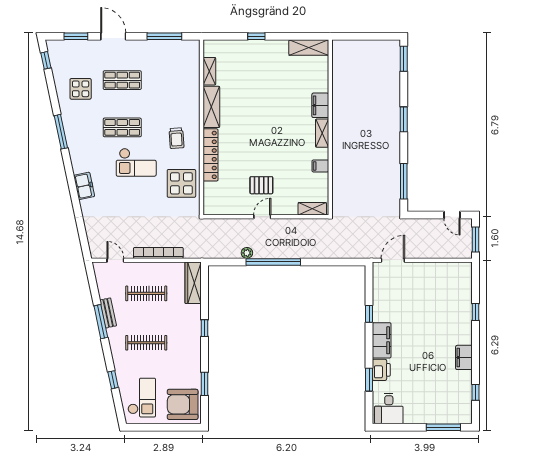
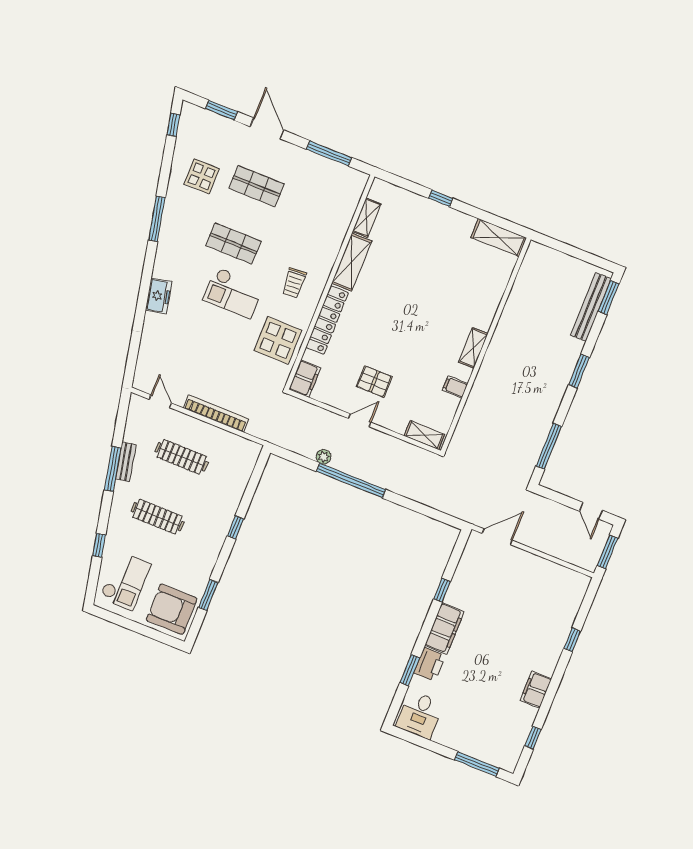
bench: (394, 71) -> (591, 307), added
filing cabinet: (320, 105) -> (305, 378), moved, turned 180
wardrobe: (193, 283) -> (244, 467), removed

